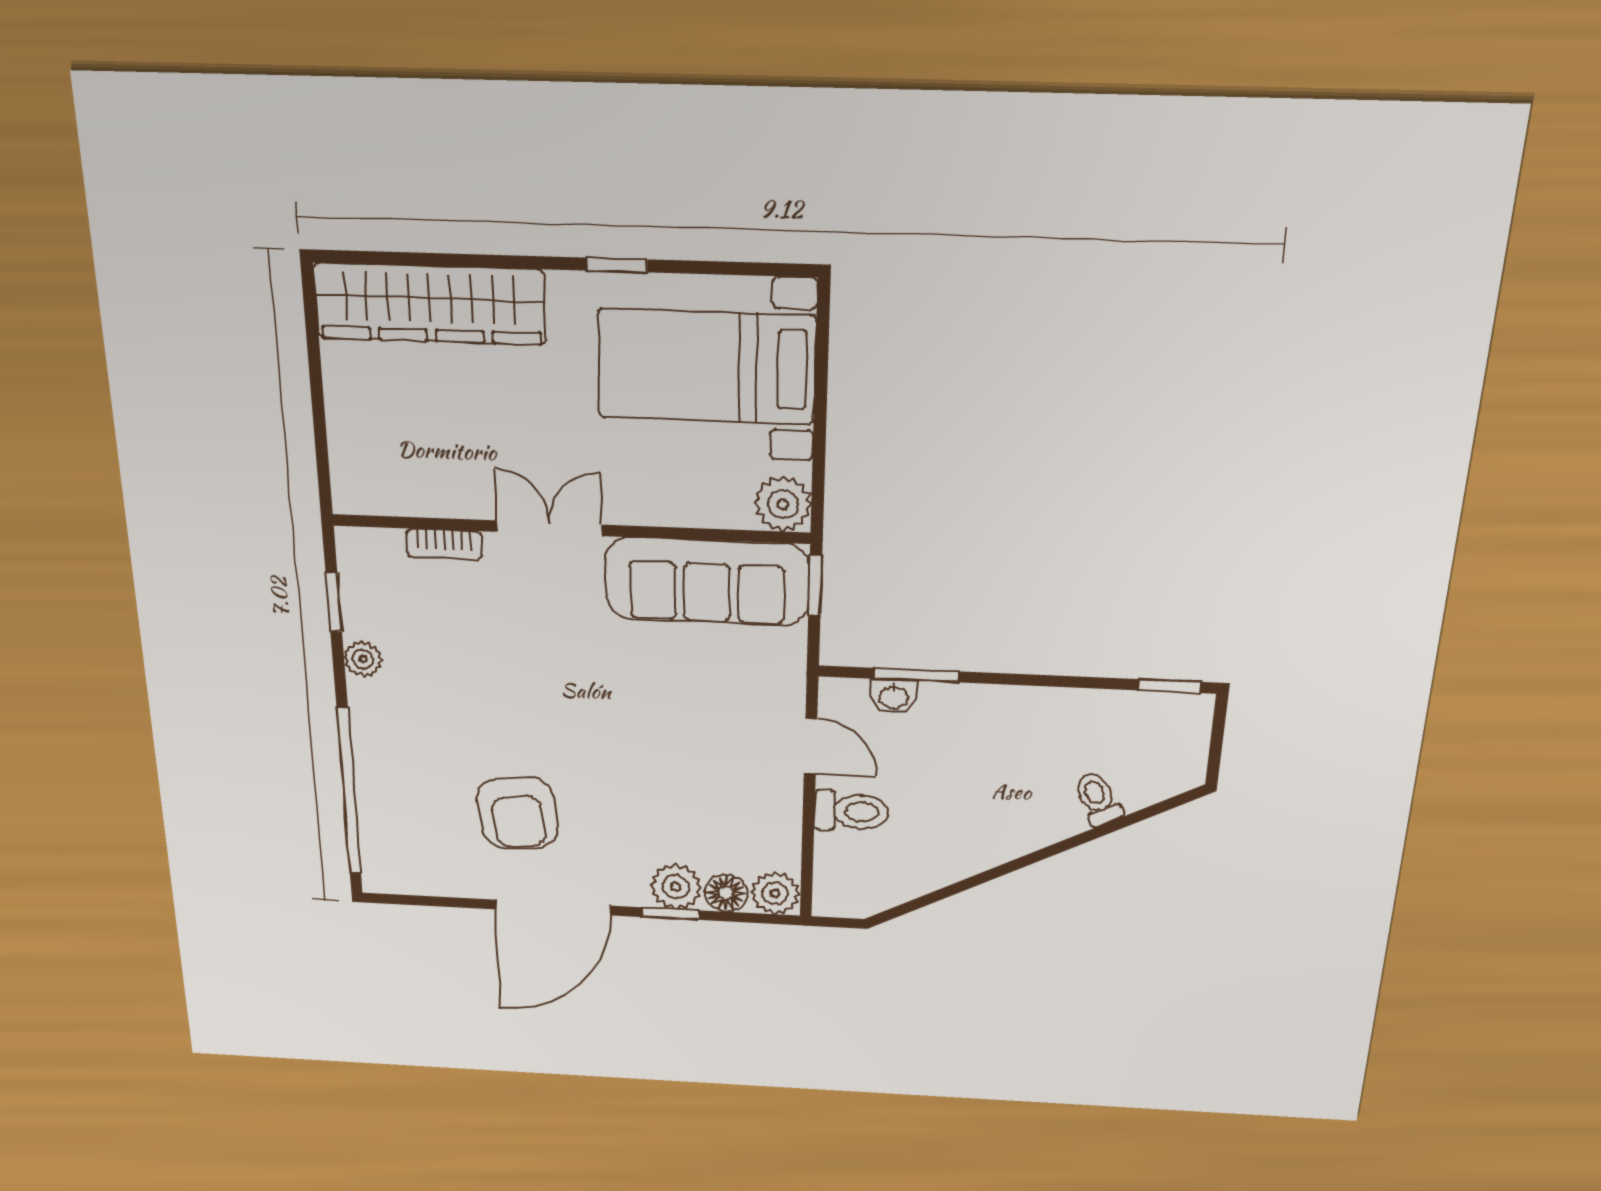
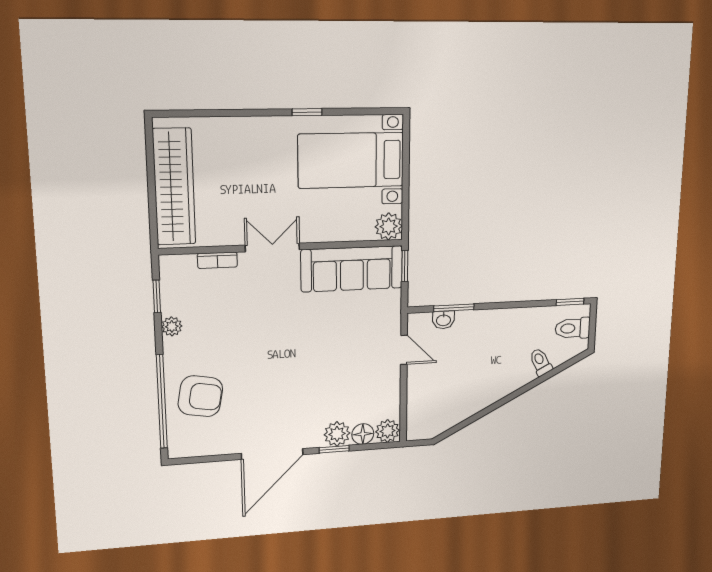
wardrobe: (430, 304) -> (174, 187), moved, turned -90
toilet: (851, 811) -> (573, 328), moved, turned 180
armchair: (518, 813) -> (200, 396), moved, turned -74

